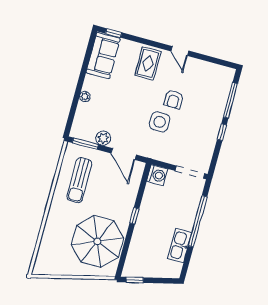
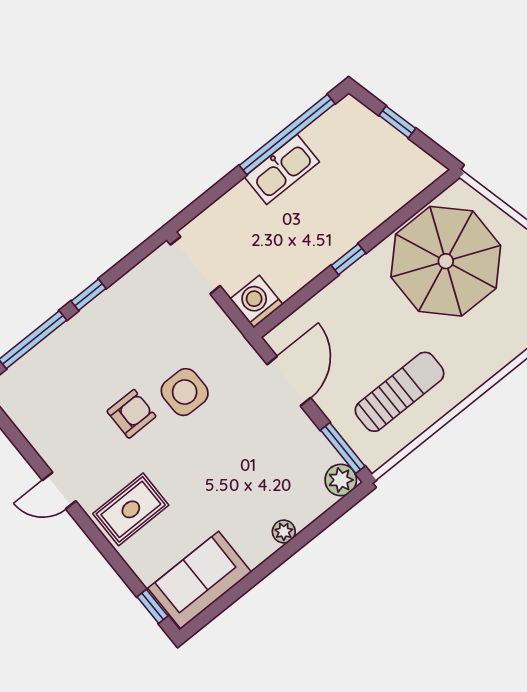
door: (180, 51) -> (59, 491), swing flipped
plant: (103, 138) -> (341, 480), moved
window: (198, 221) -> (287, 135), moved
kitchen sink: (180, 246) -> (282, 169), moved
window: (135, 280) -> (397, 122), moved

